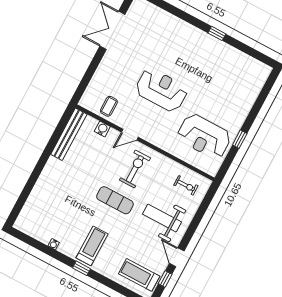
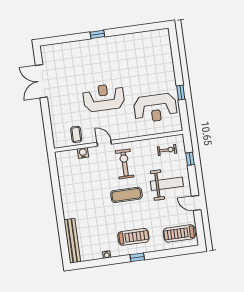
window: (217, 33) -> (97, 34), moved
bench: (69, 134) -> (72, 241), moved
door: (130, 135) -> (104, 143), swing flipped
weight bench: (162, 218) -> (167, 184), turned 180
treadmill: (92, 246) -> (133, 237), turned 90
window: (165, 279) -> (190, 159), moved

